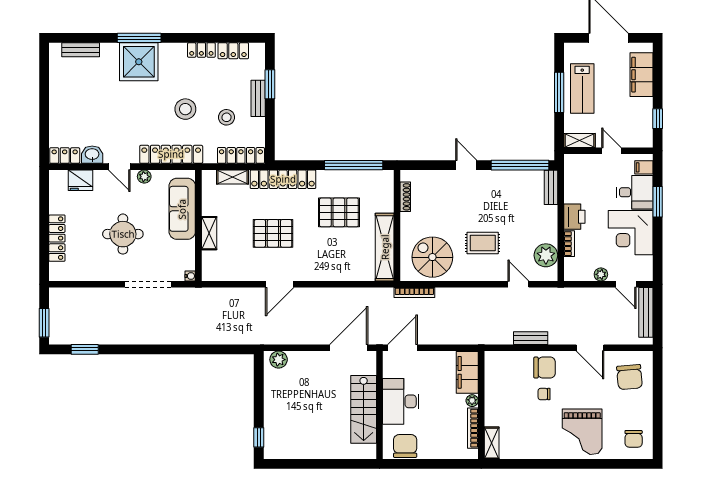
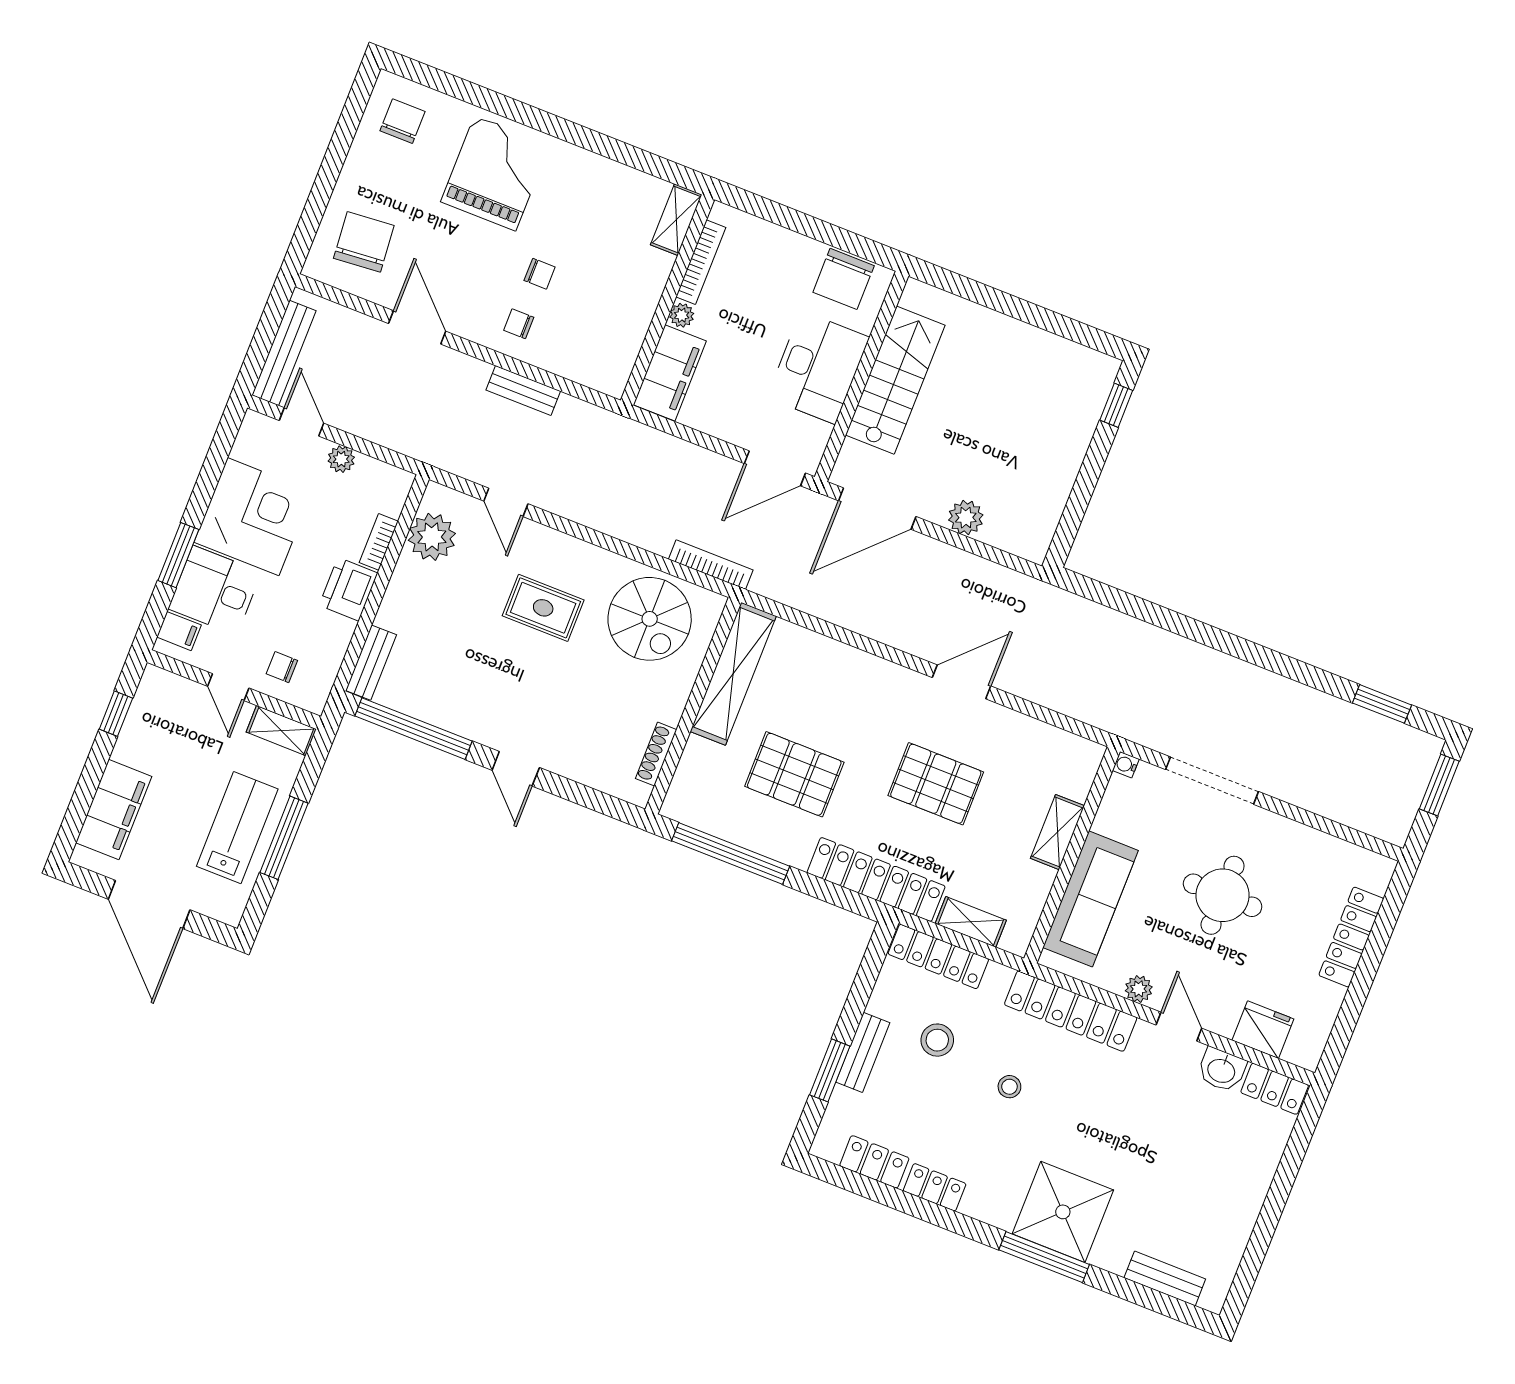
stool: (185, 109) -> (1009, 1087), width x0.53, depth x0.53
chair: (591, 169) -> (282, 667), added
plant: (279, 360) -> (966, 518), moved
chair: (545, 368) -> (519, 324), width x0.54, depth x0.54

